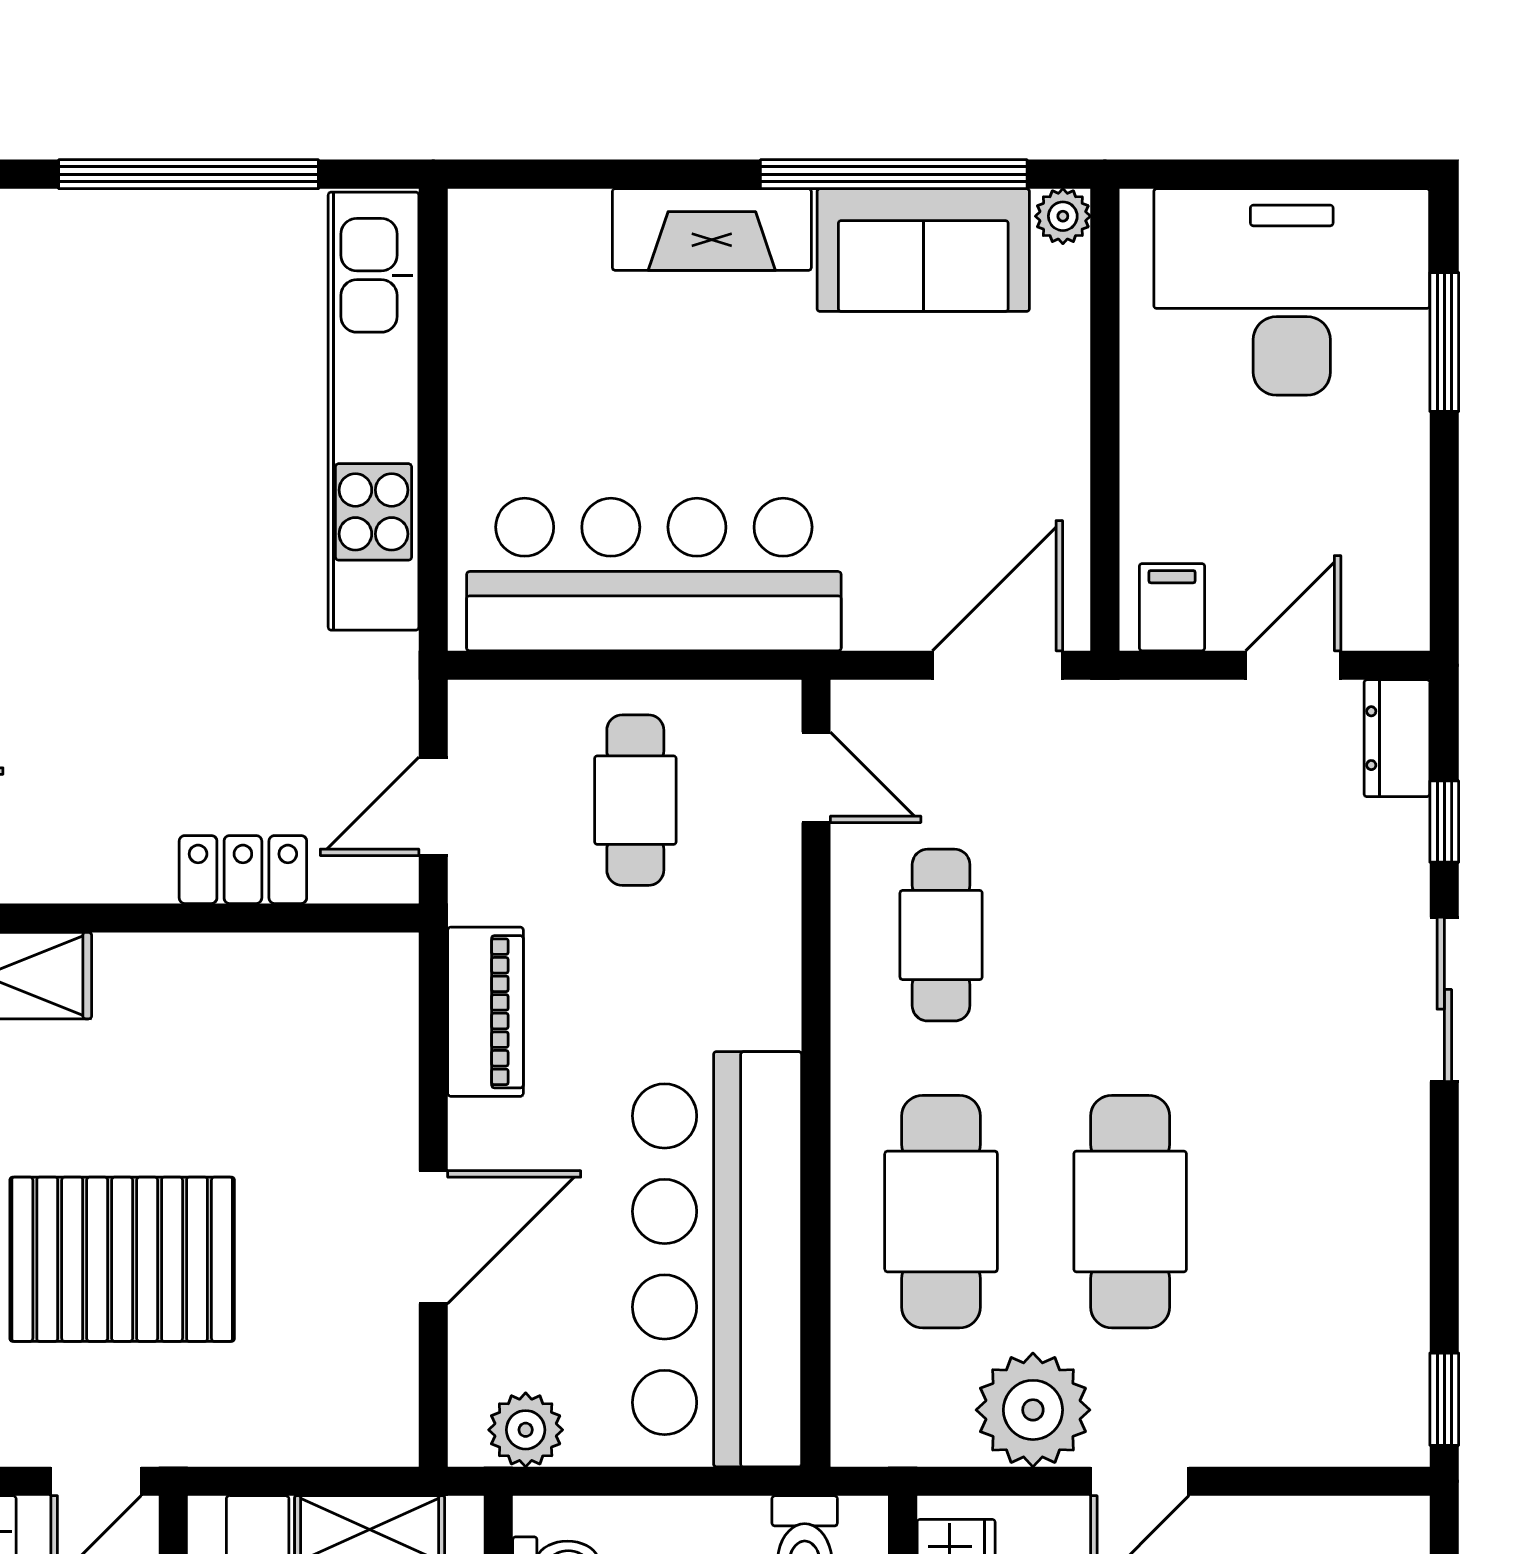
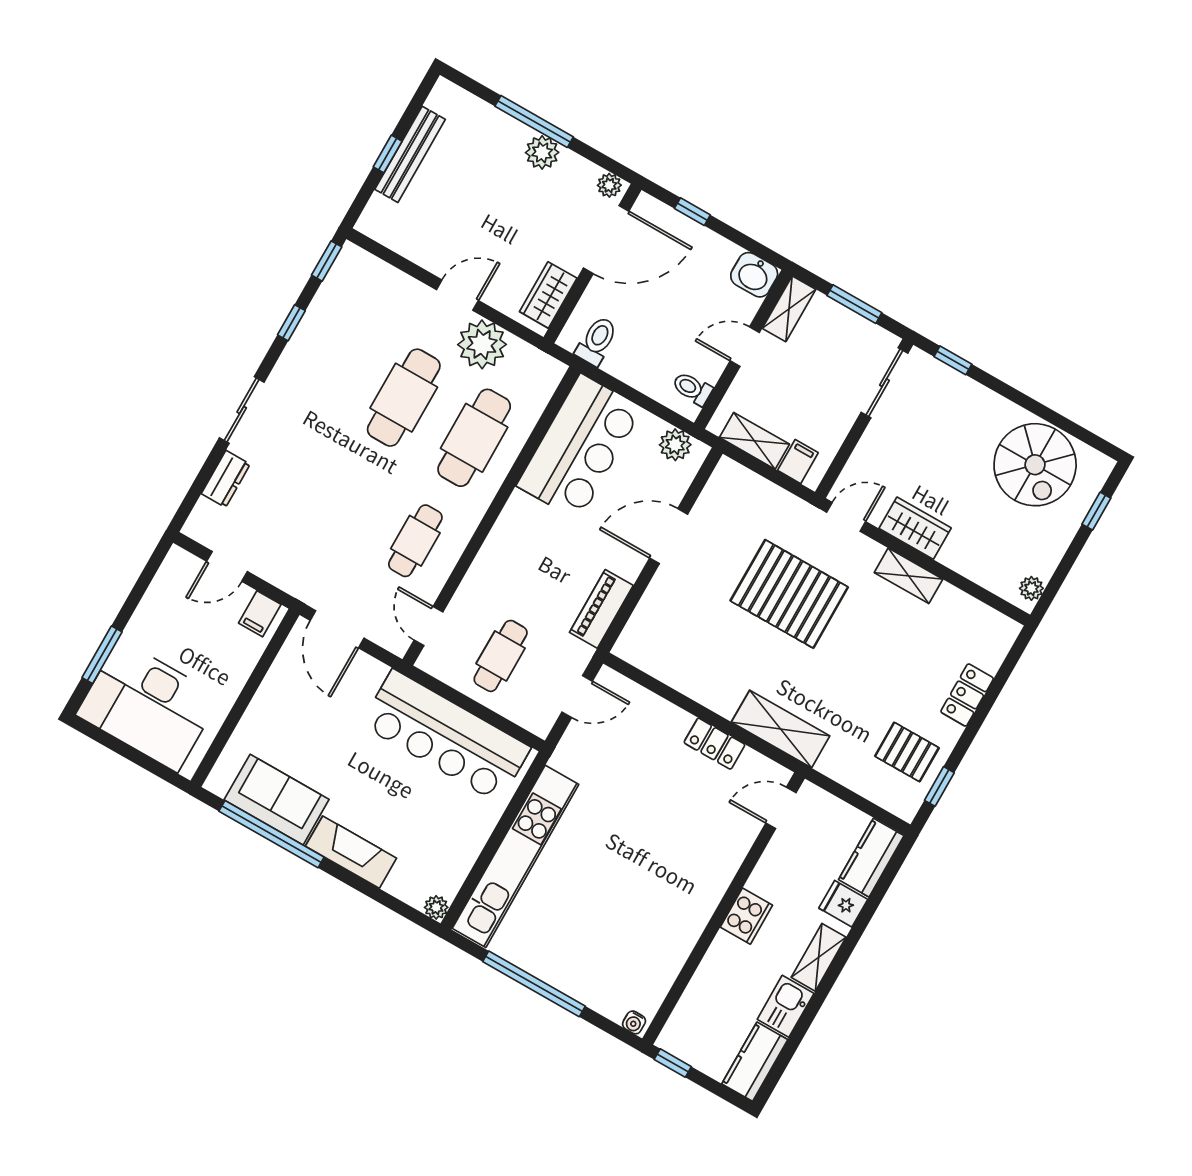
plant: (1063, 216) -> (436, 907), moved
door: (997, 665) -> (337, 629), hinge flipped
dresser: (1397, 738) -> (226, 479), moved
window: (1444, 822) -> (291, 323), moved
locker: (243, 870) -> (714, 744), moved
bar counter: (717, 1259) -> (579, 447), width x0.73

